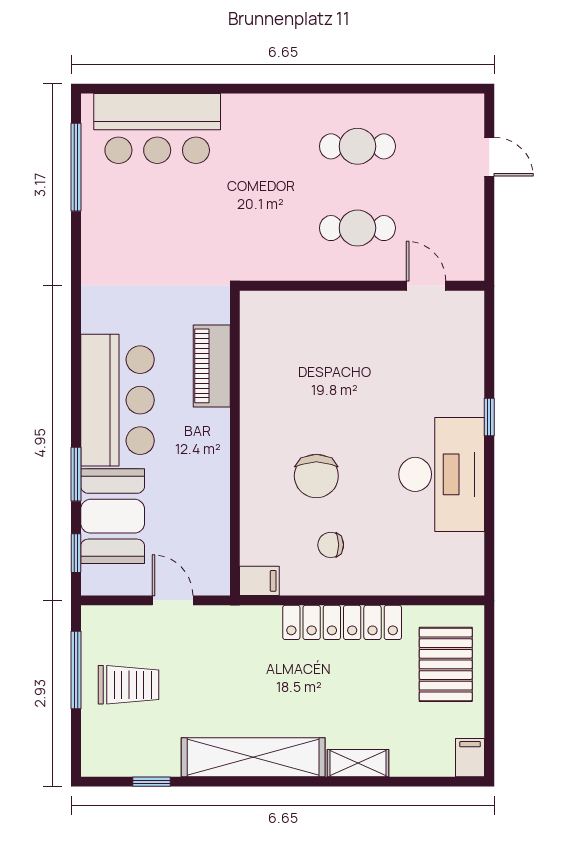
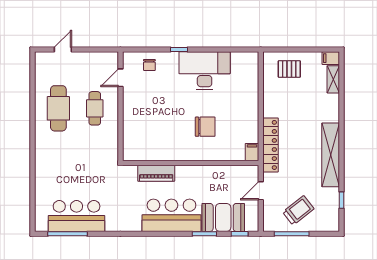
bar counter: (157, 129) -> (77, 216), moved, turned -90
cafe table: (357, 146) -> (58, 108), width x1.37, depth x1.35
chair: (331, 545) -> (149, 65), moved
locker: (342, 622) -> (271, 145), moved
pallet: (446, 664) -> (289, 69), width x0.67, depth x0.71
trolley: (129, 685) -> (298, 210), turned 52
shelving: (358, 763) -> (333, 79), moved

